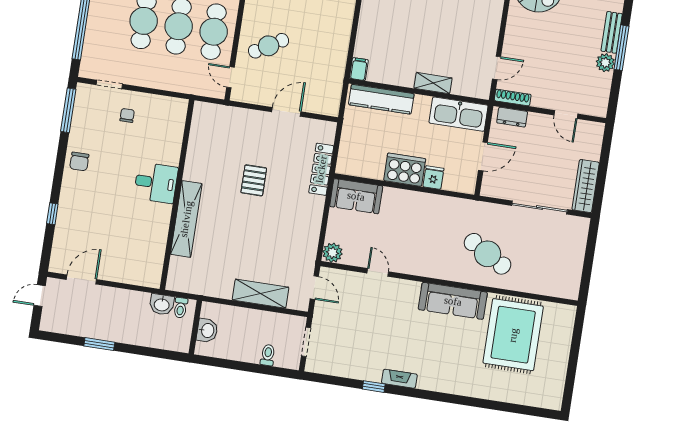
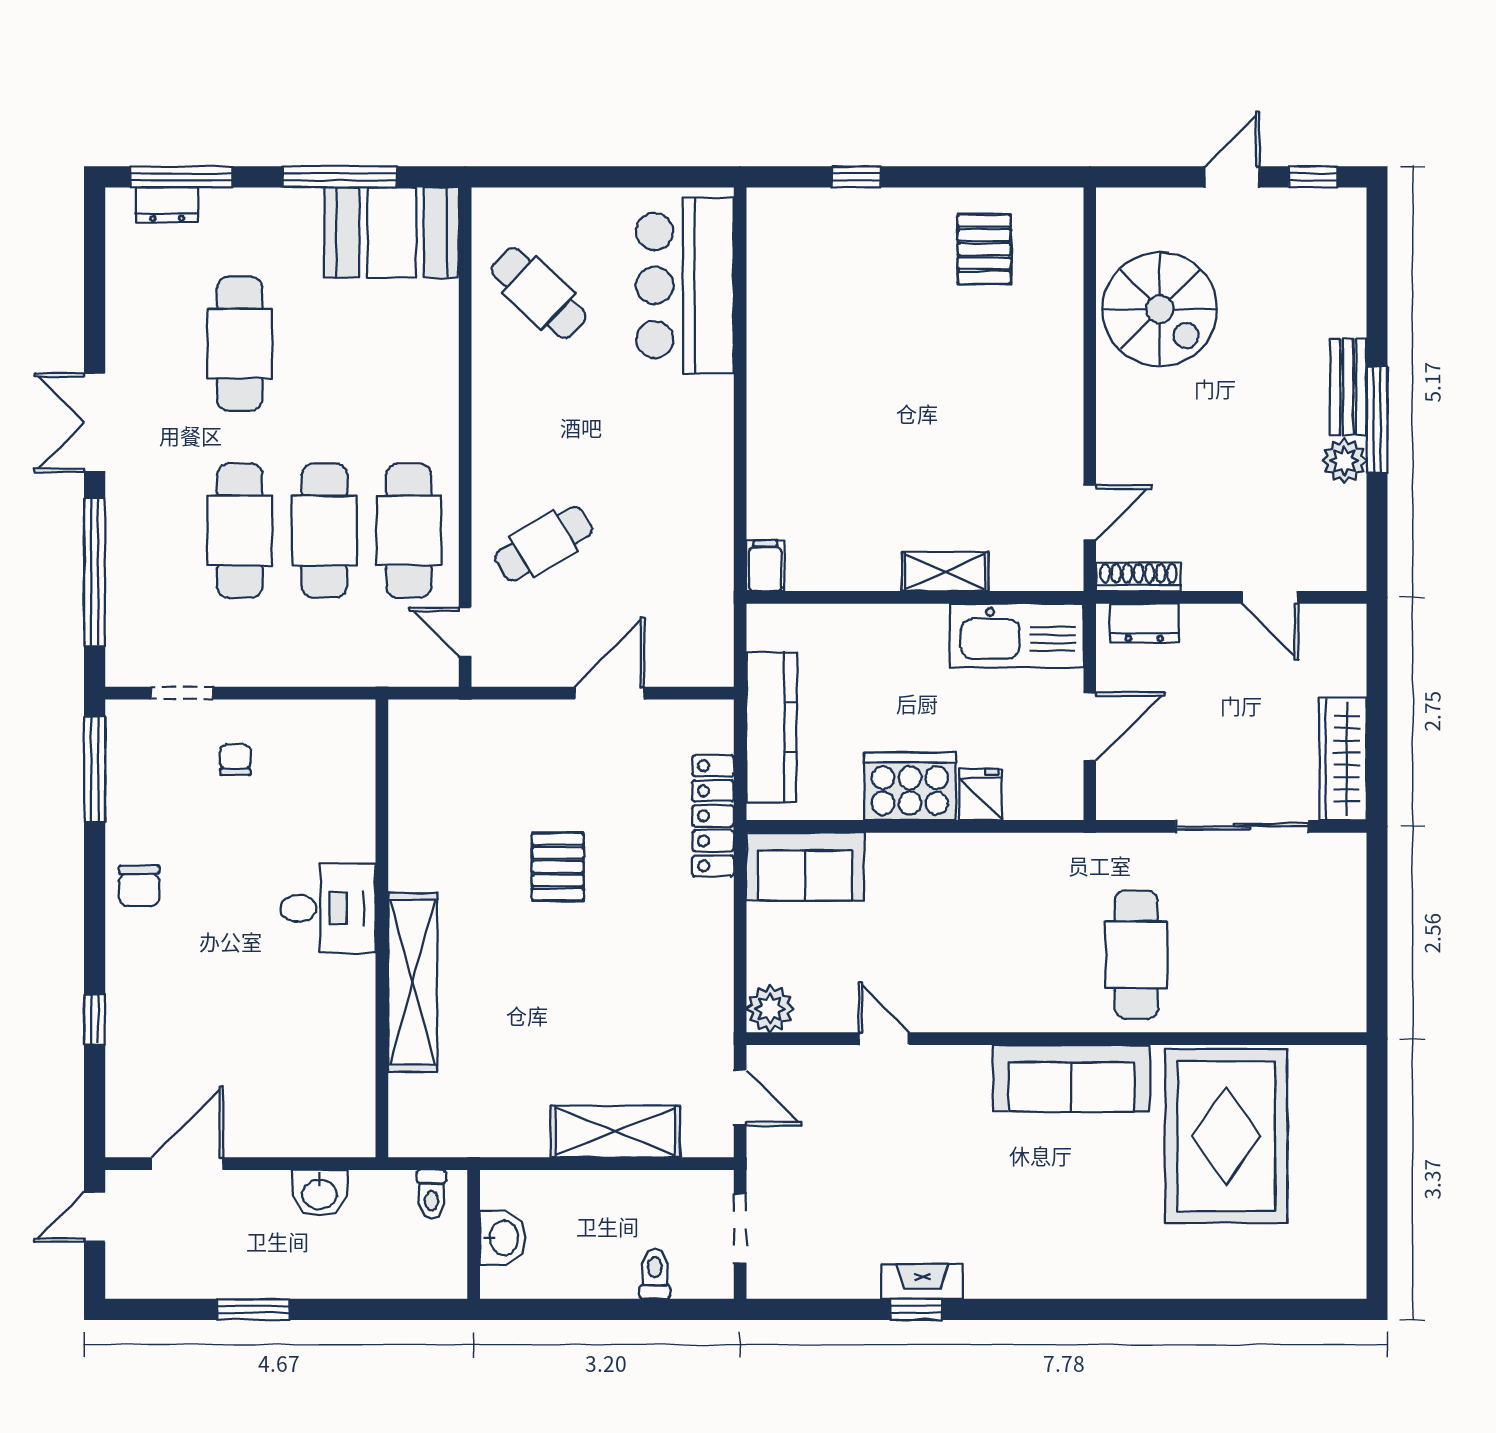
kitchen counter: (381, 99) -> (771, 727), moved, turned -90
cafe table: (488, 254) -> (1136, 955), turned 60
washbasin: (162, 304) -> (320, 1193), moved
fireplace: (399, 379) -> (922, 1282), moved

